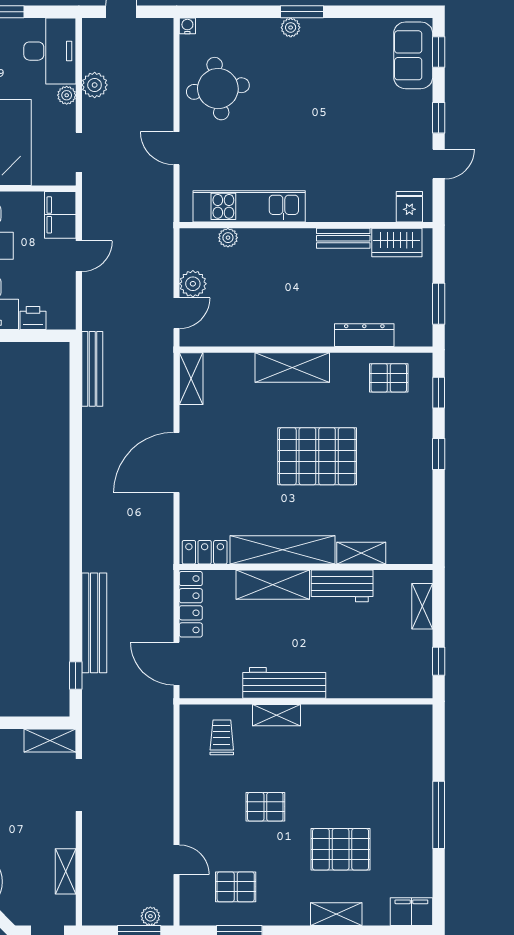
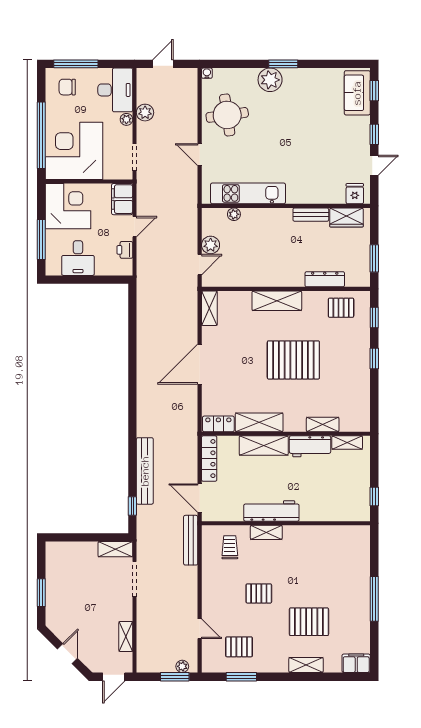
plant: (291, 27) -> (270, 80), width x1.87, depth x1.87
printer: (33, 318) -> (125, 250), moved, turned -90
bench: (92, 369) -> (191, 540), moved
shelving: (283, 550) -> (259, 422), width x0.68
shelving: (422, 606) -> (347, 443), moved, turned 90

